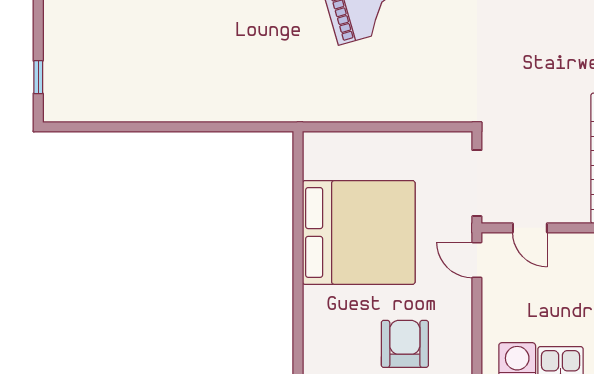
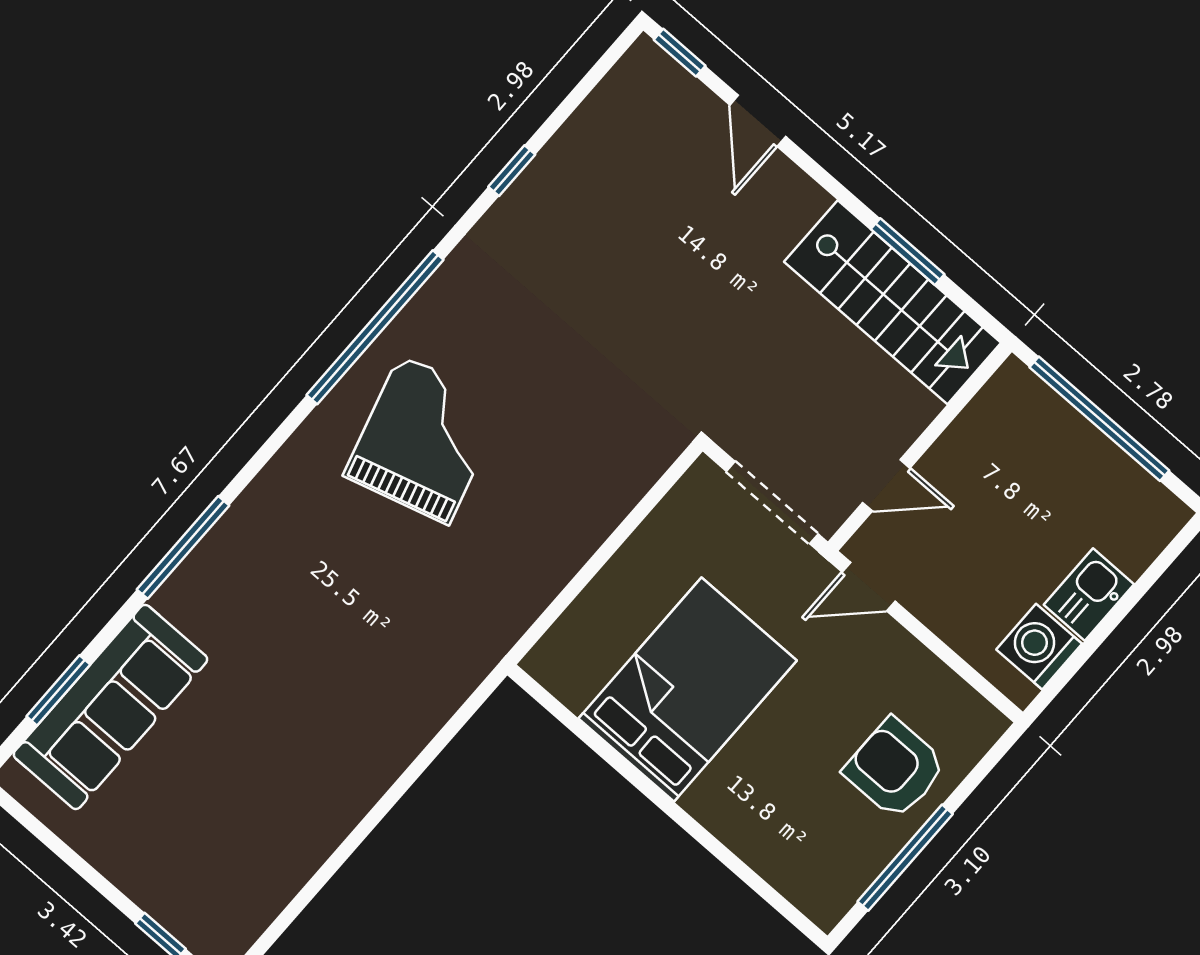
bed: (359, 232) -> (688, 690), width x0.73

